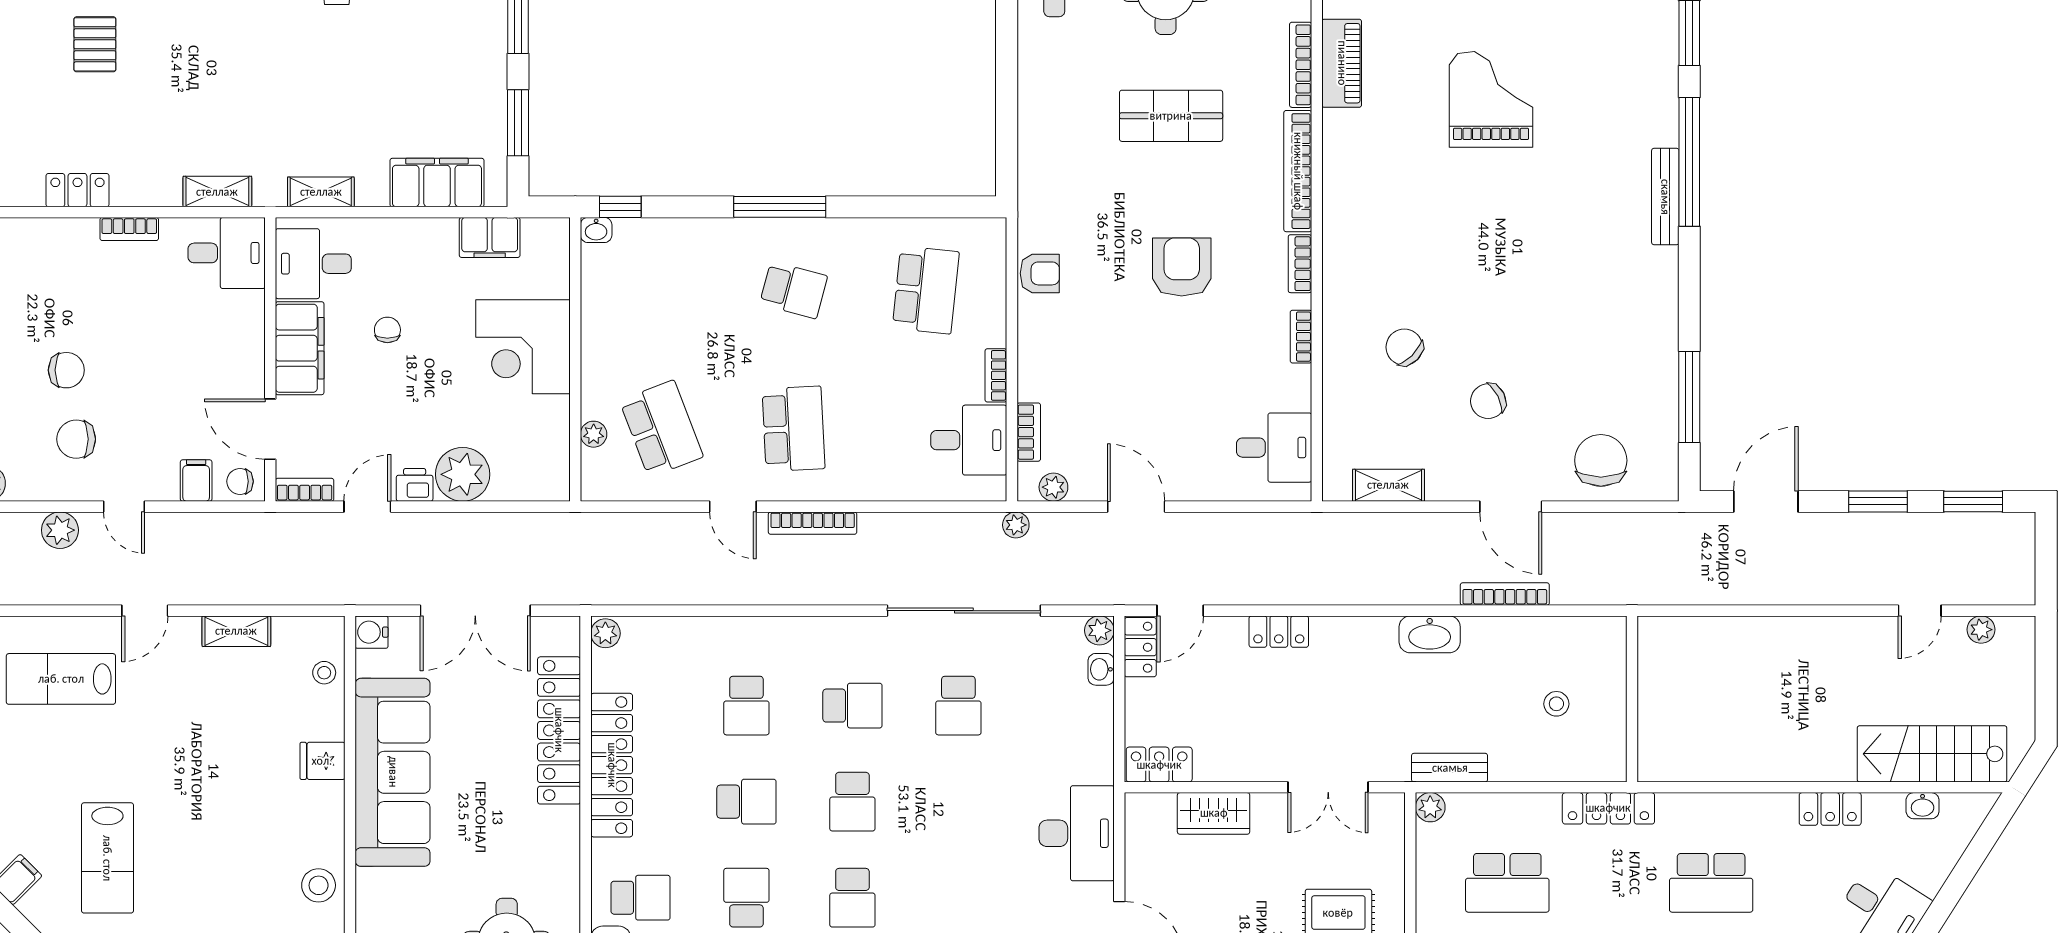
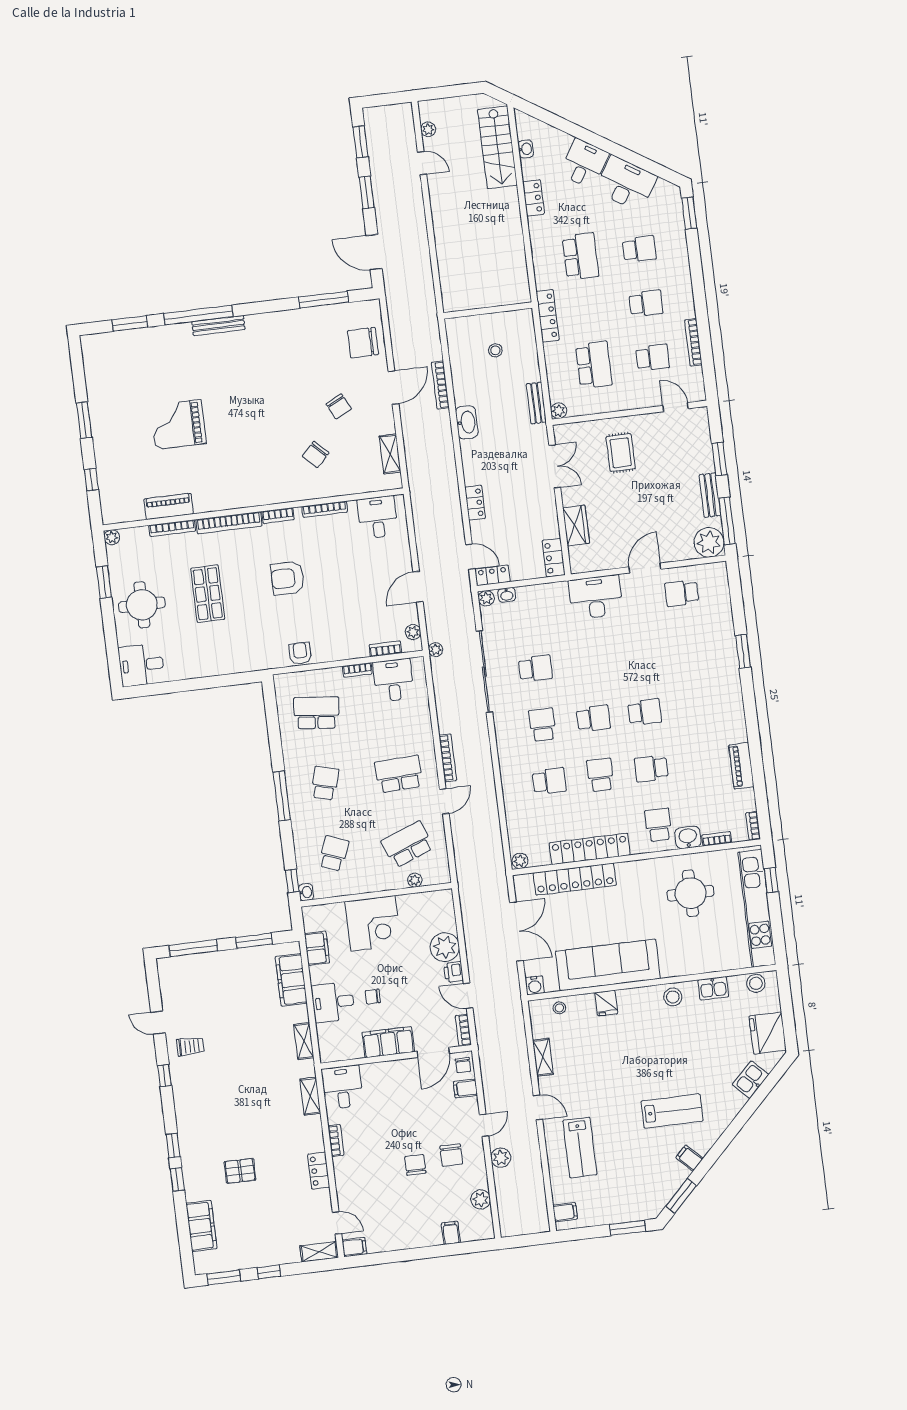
desk: (313, 264) -> (333, 1002), moved, turned 90
school desk: (661, 290) -> (334, 854), added
bookcase: (1301, 337) -> (325, 509), width x1.56

